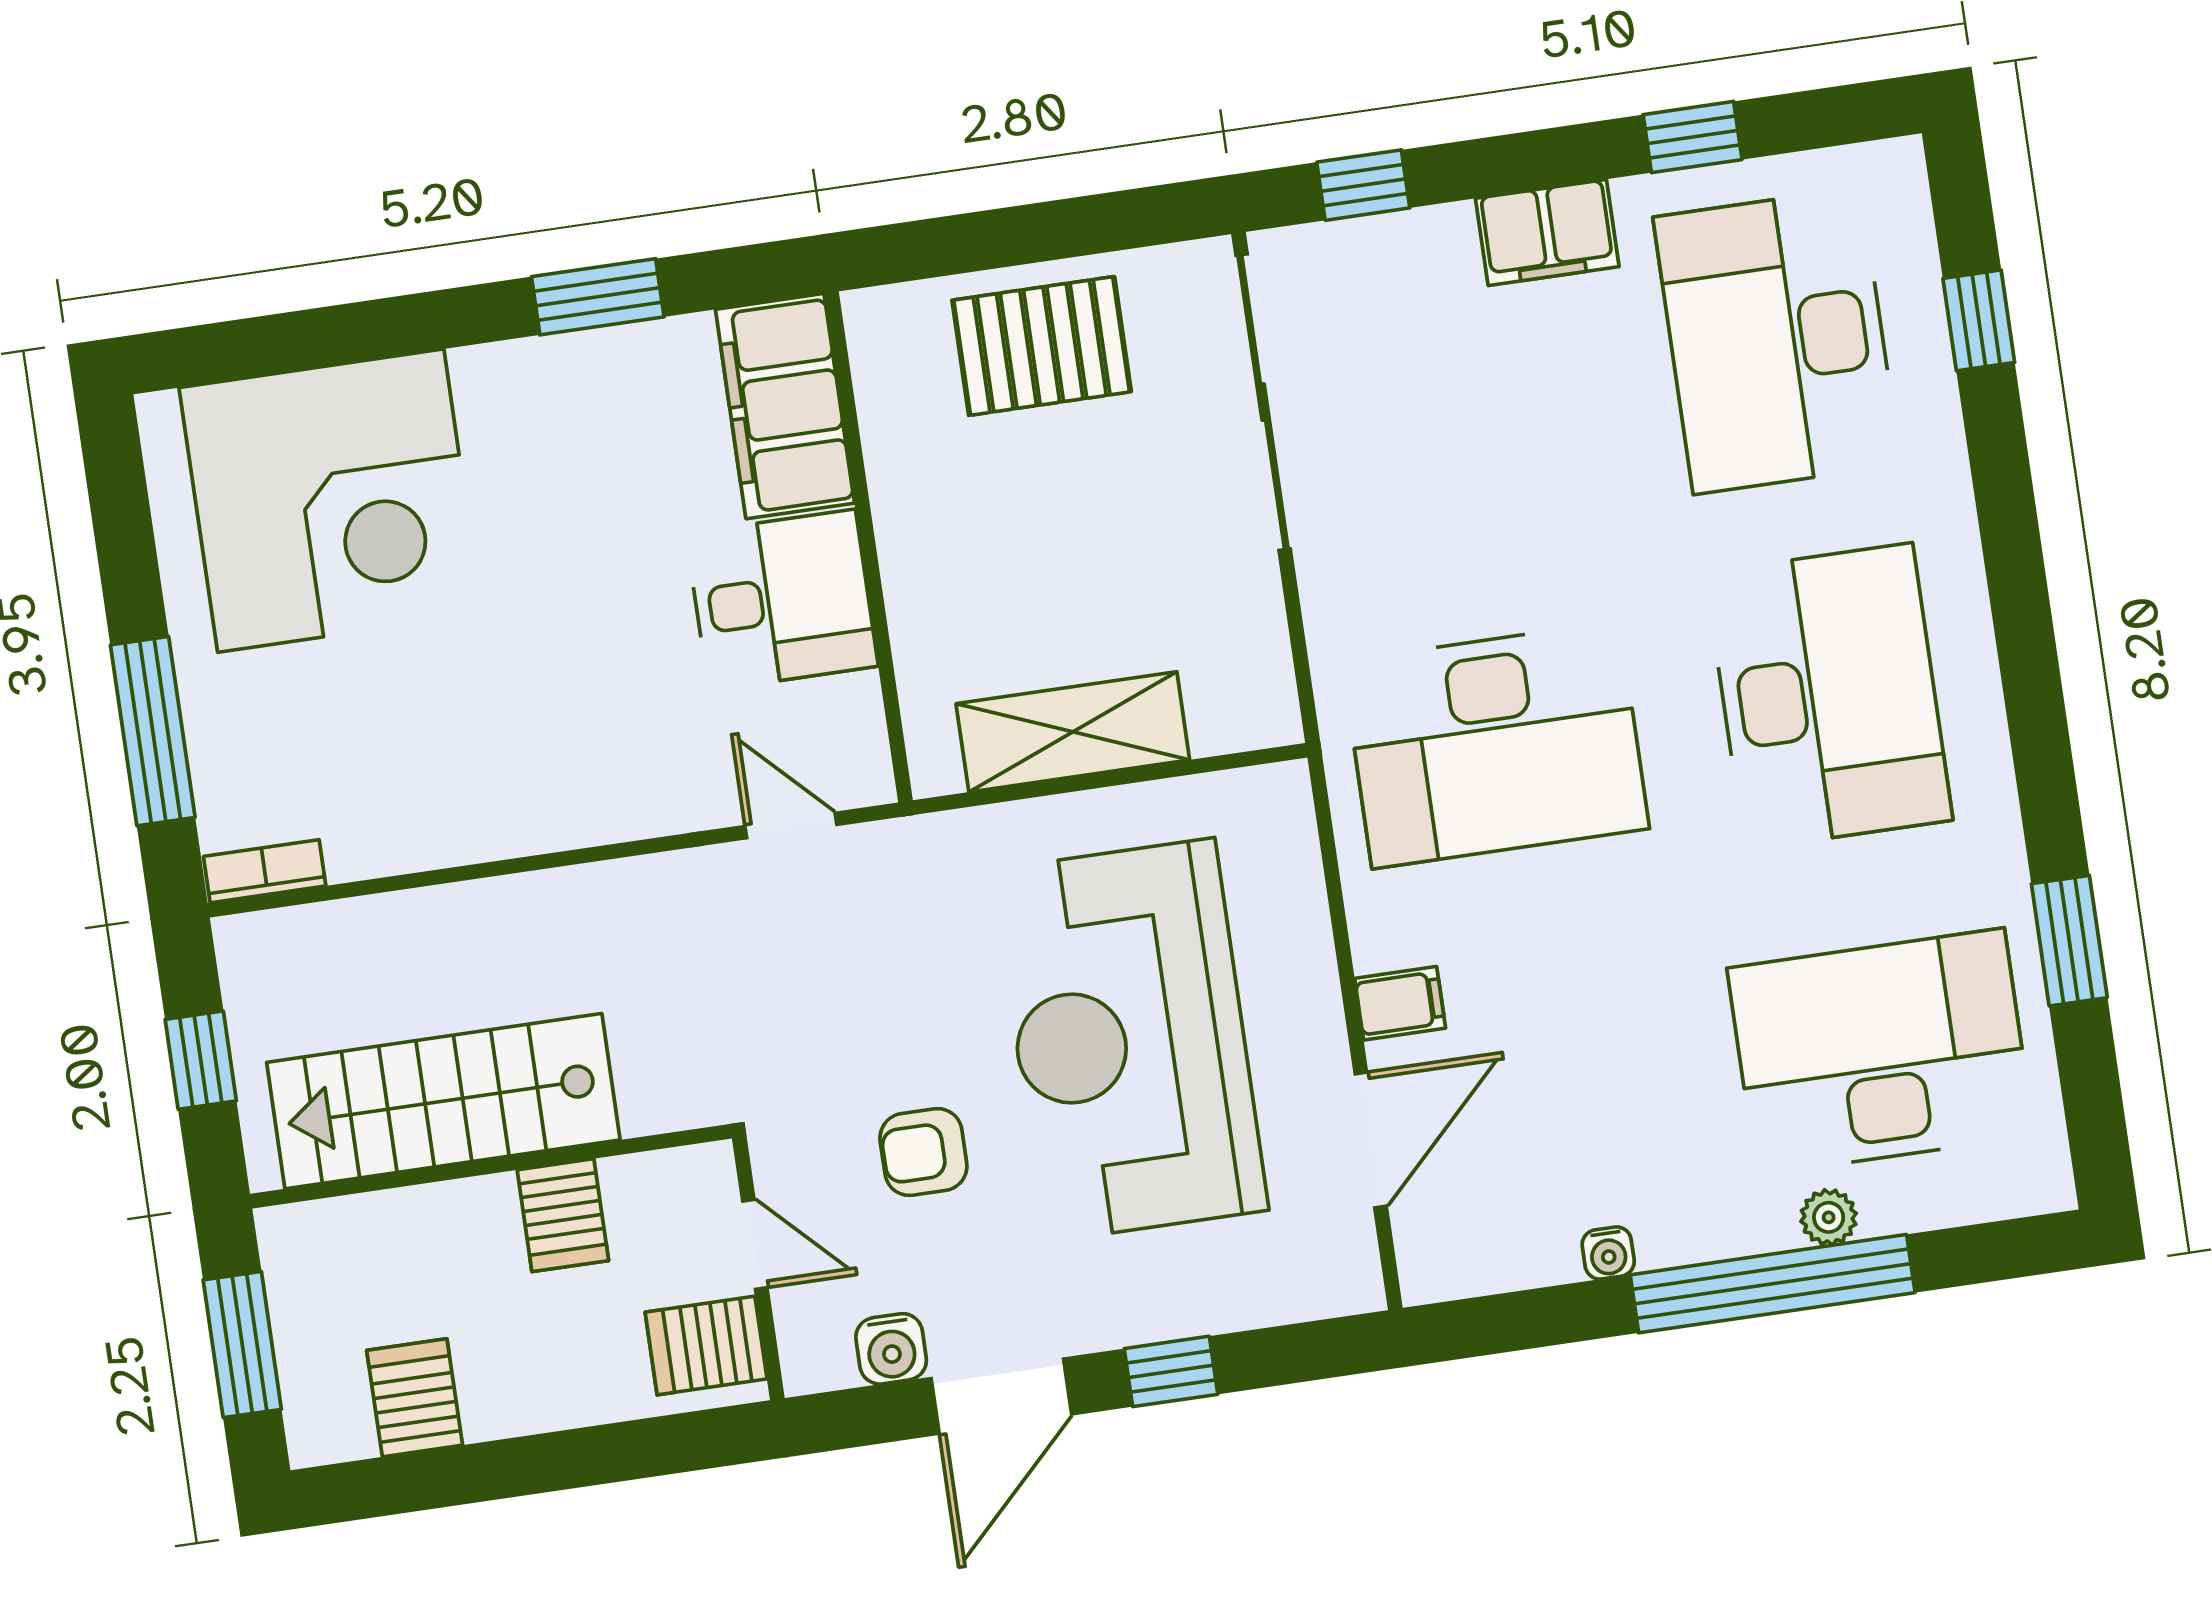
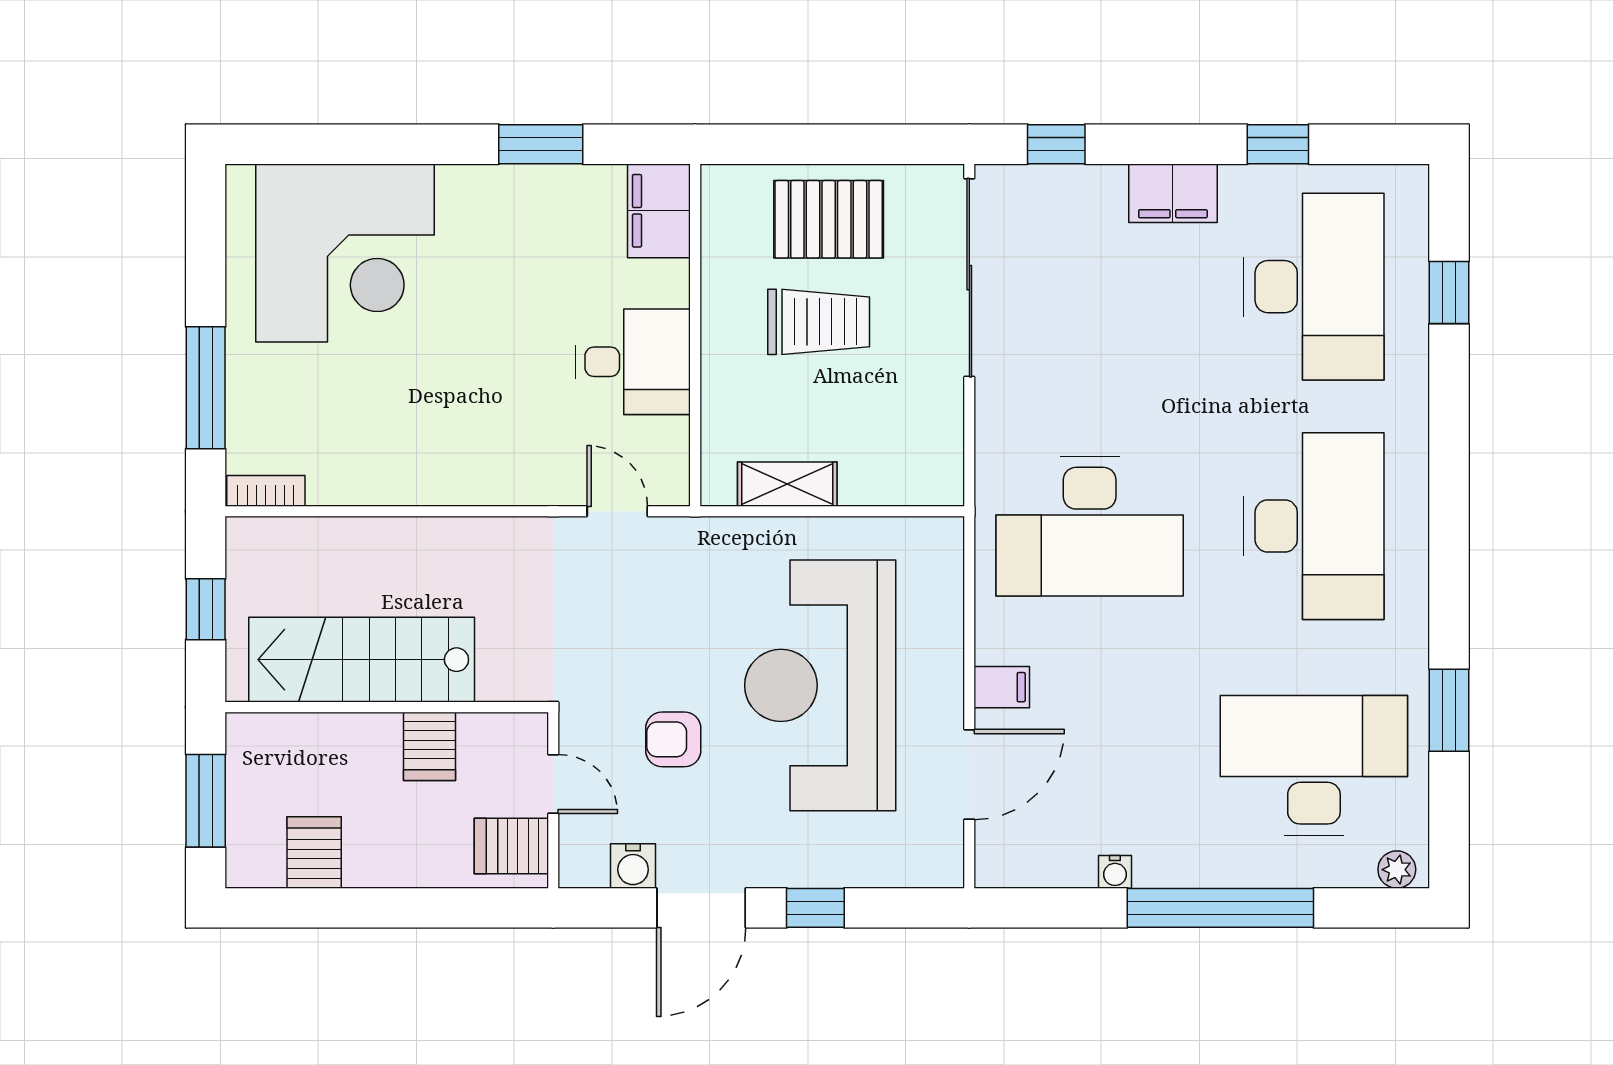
desk: (1777, 341) -> (1314, 287), turned 180
filing cabinet: (785, 406) -> (659, 211), width x0.67, depth x0.86
trolley: (1049, 500) -> (819, 322), added
shelving: (1073, 732) -> (787, 484), width x0.67, depth x0.75
plant: (1829, 1217) -> (1397, 870), moved

